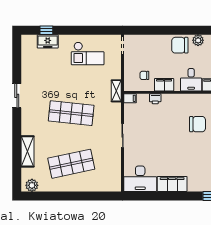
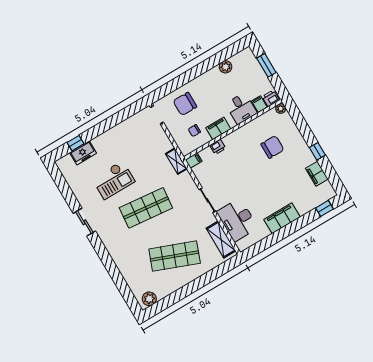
chair: (180, 45) -> (185, 104), moved
checkout: (88, 53) -> (113, 180), moved
shelving: (27, 151) -> (221, 240), moved
shop shelf: (71, 164) -> (175, 256), turned 33
desk: (140, 179) -> (237, 220), moved, turned 90

